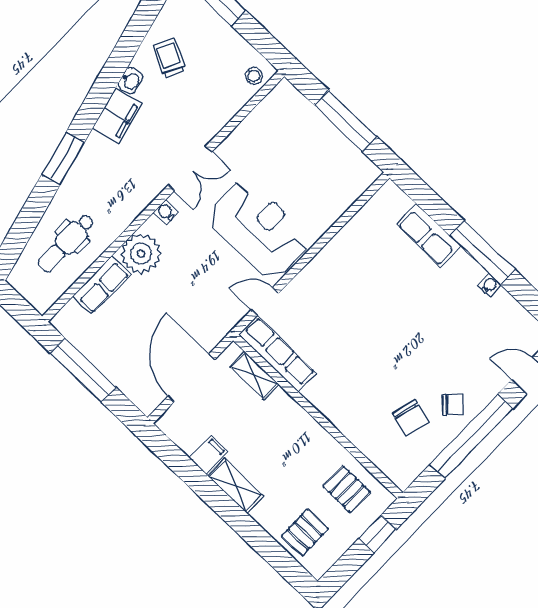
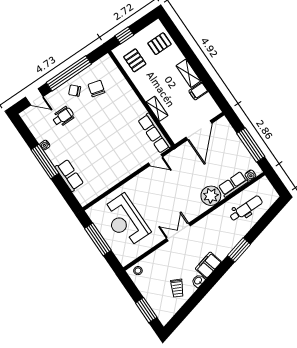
water cooler: (166, 212) -> (250, 175), moved
reception desk: (258, 229) -> (125, 221), moved
wheelchair: (465, 349) -> (63, 117), added
shelving: (254, 376) -> (157, 109), moved

